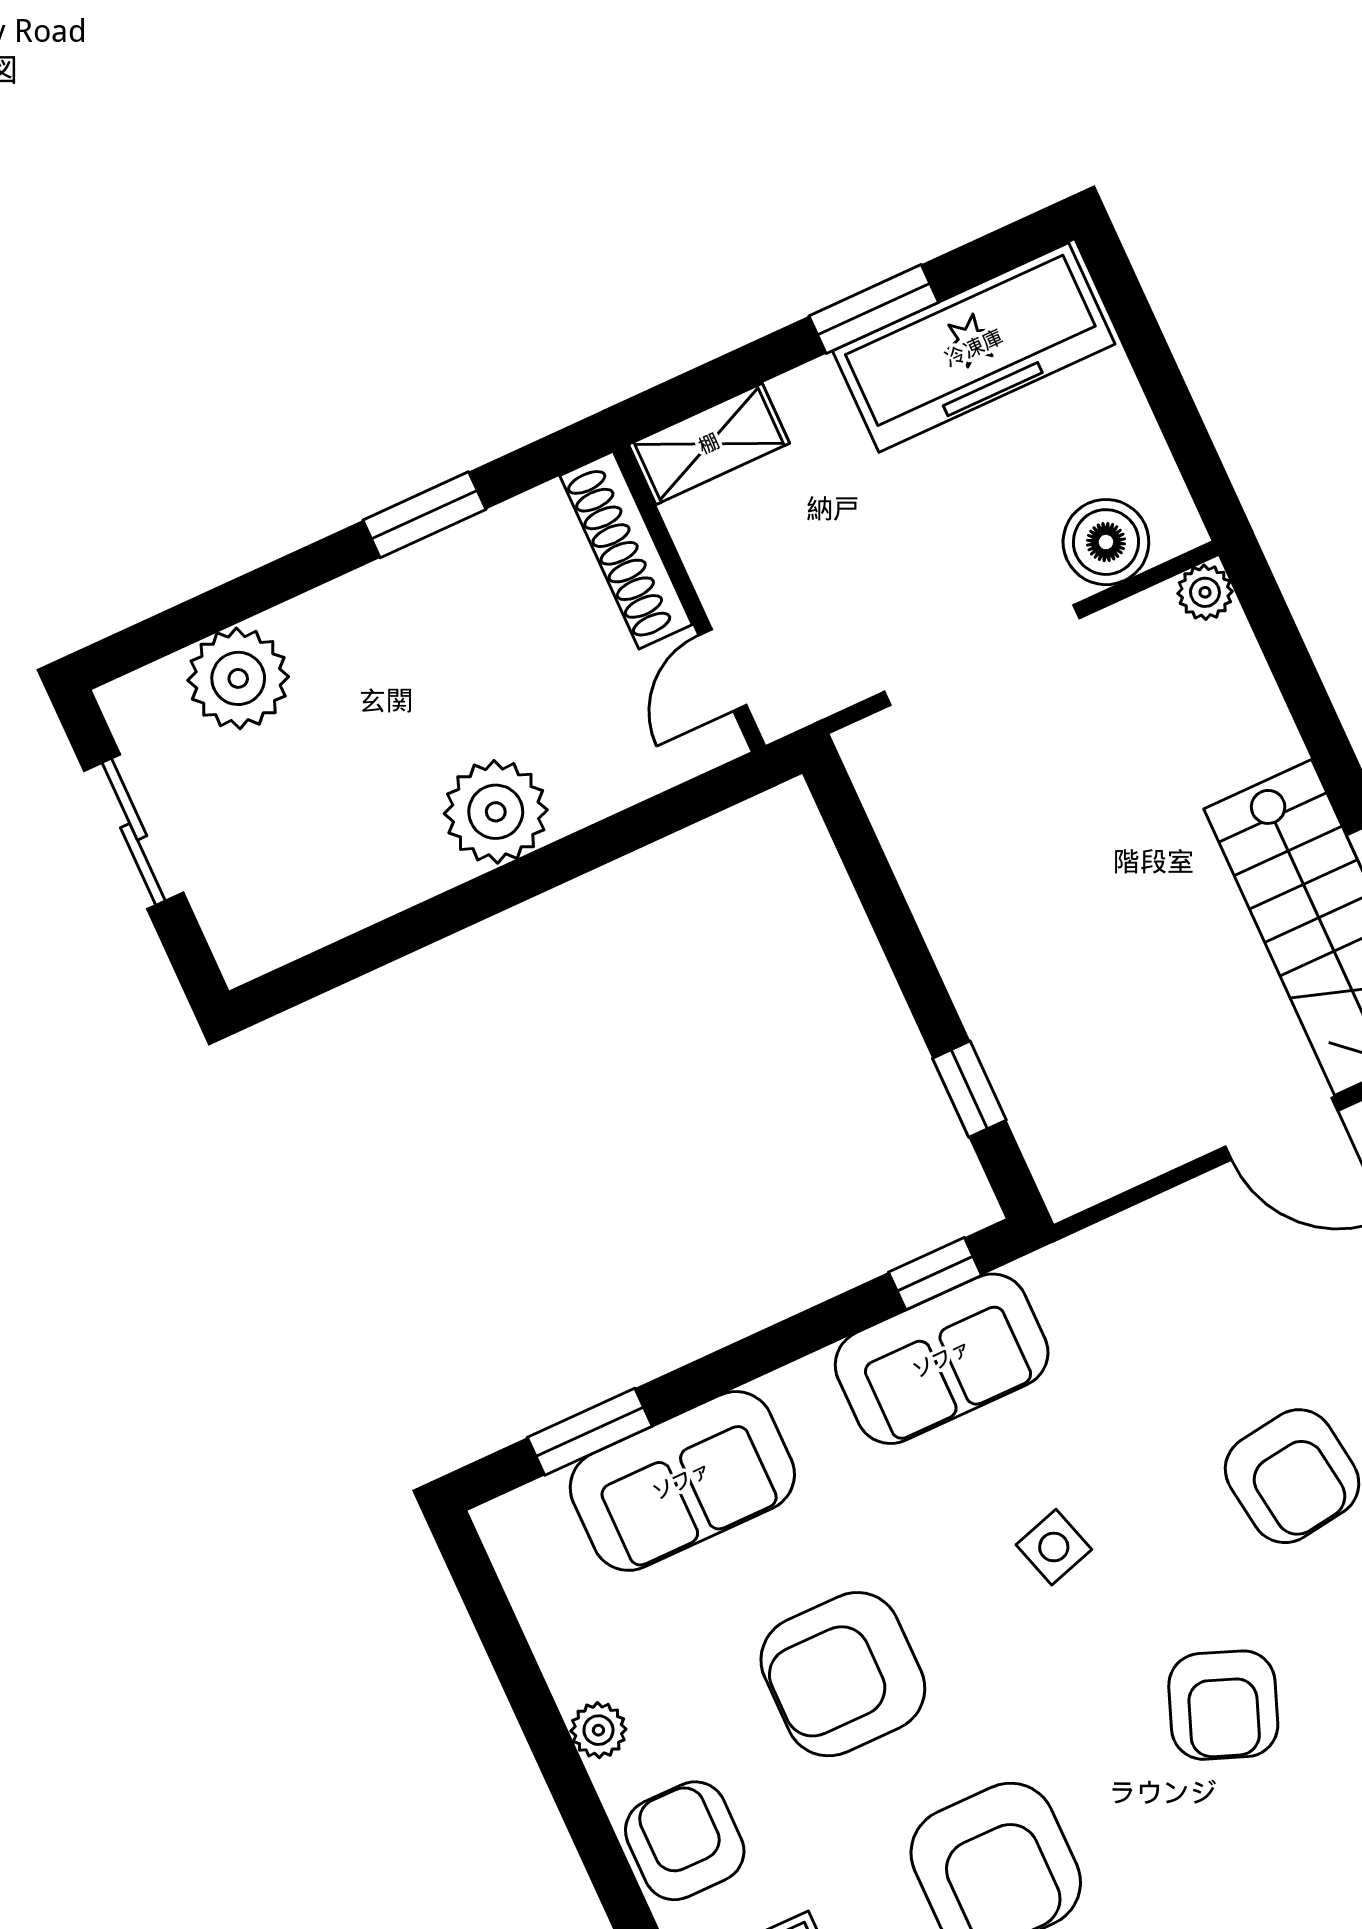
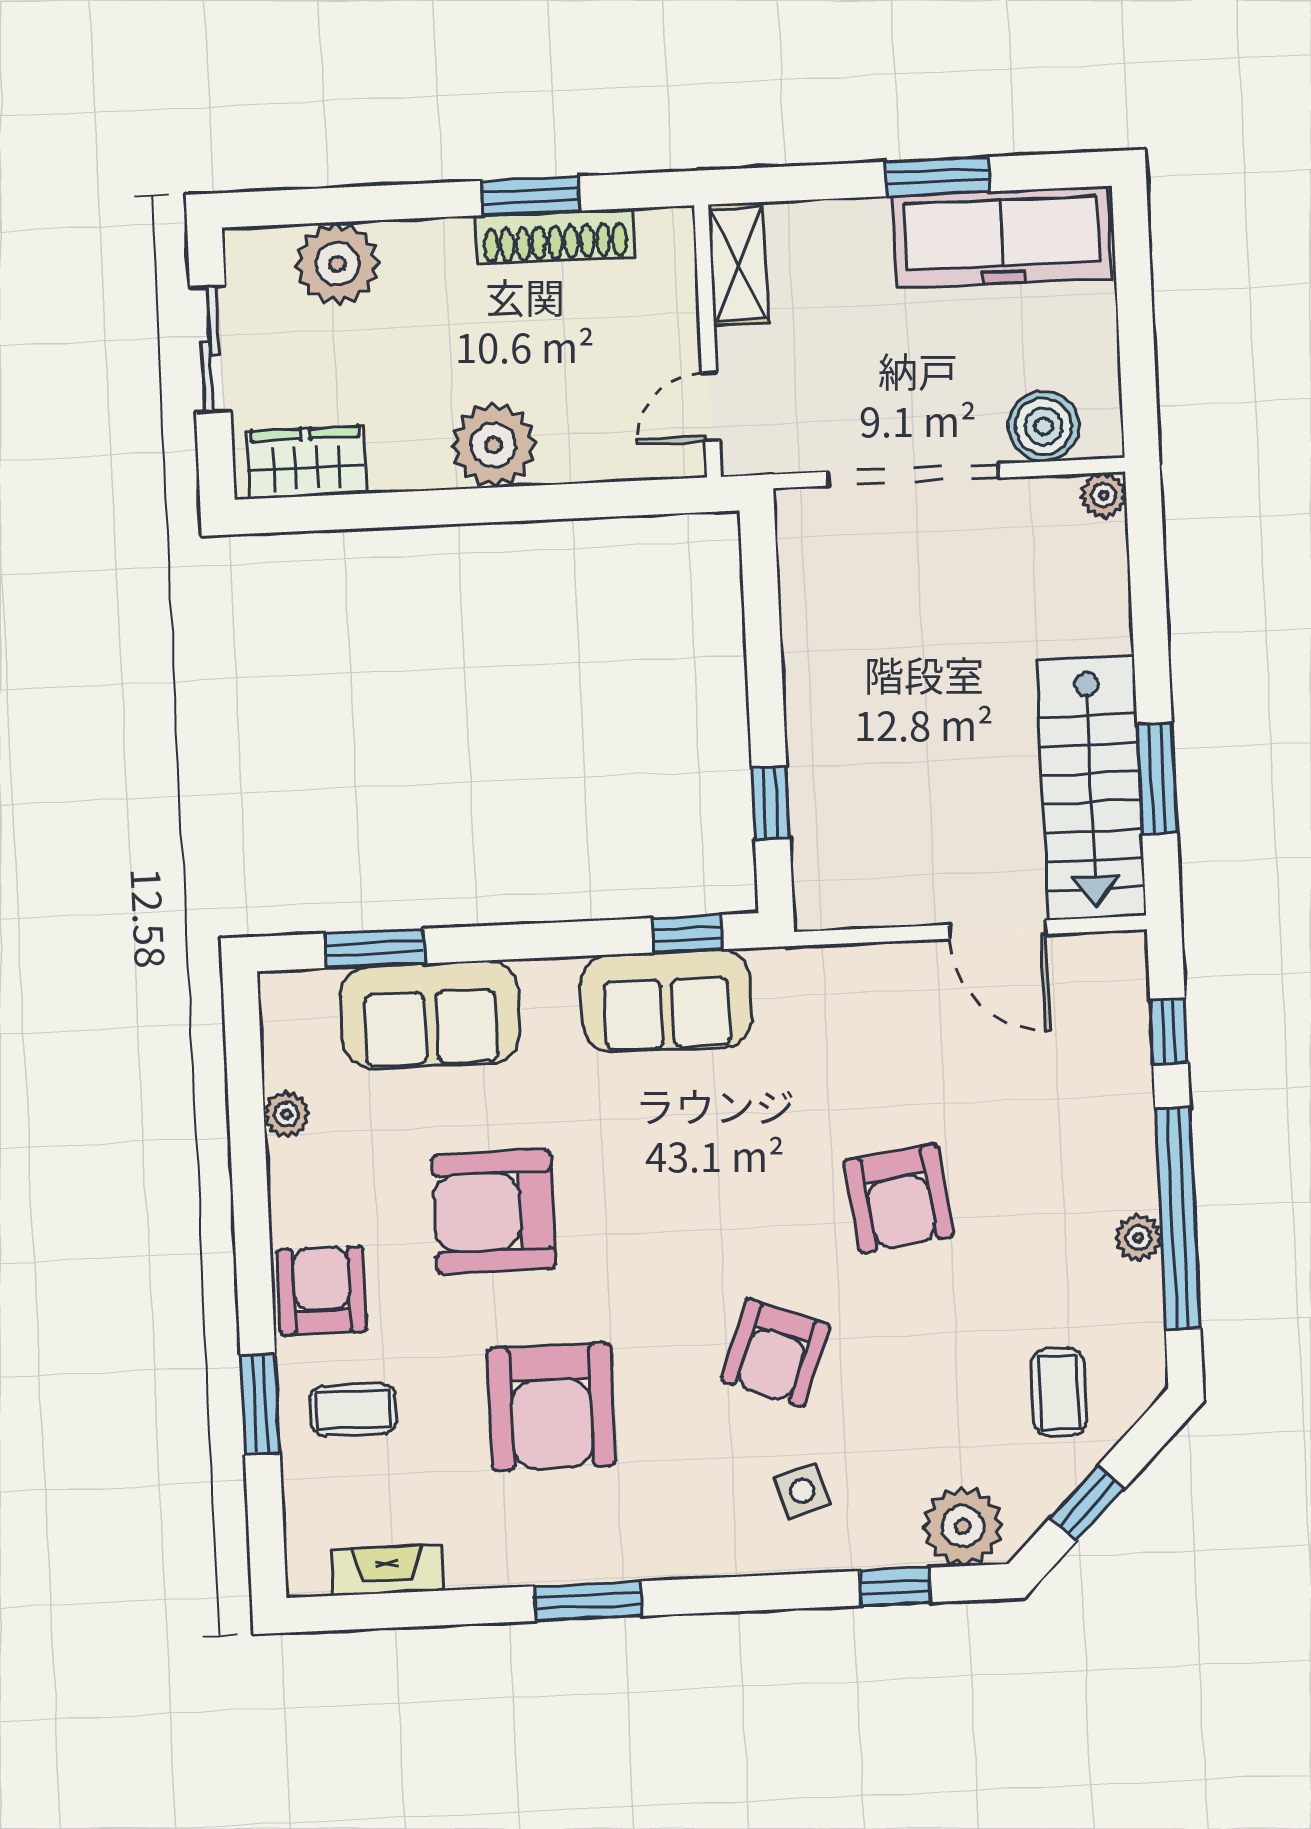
shelving: (709, 444) -> (738, 264), moved, turned 90
shoe rack: (626, 550) -> (555, 236), moved, turned -90
wardrobe: (293, 916) -> (306, 462), added
side table: (1054, 1547) -> (802, 1491), moved
plant: (598, 1730) -> (287, 1114), moved

